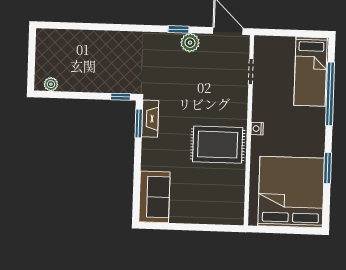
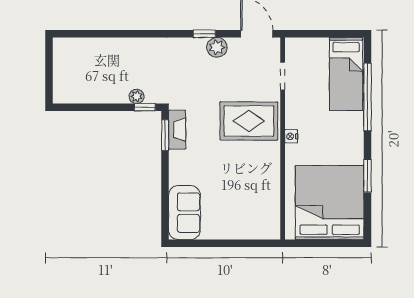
plant: (51, 84) -> (137, 96), moved
rug: (218, 145) -> (249, 121), moved

